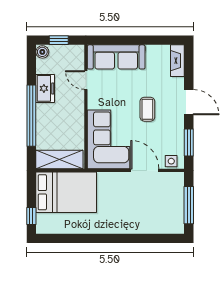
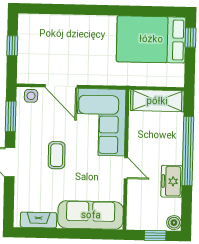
fireplace: (177, 61) -> (39, 220), moved, turned -90
door: (86, 80) -> (126, 168), moved
bed: (66, 192) -> (151, 39), moved
window: (189, 205) -> (12, 46), width x0.46

